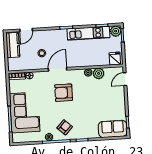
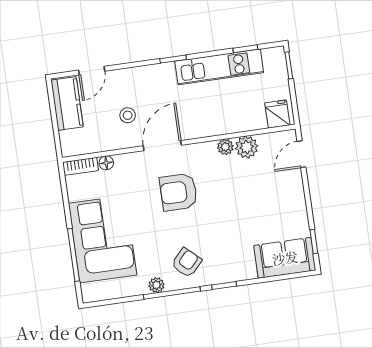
plant: (116, 31) -> (274, 58), removed

